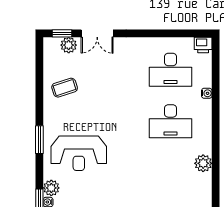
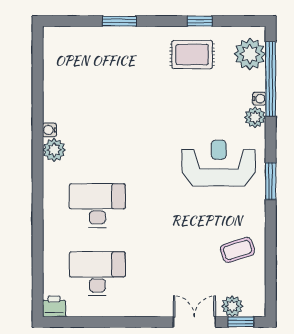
water cooler: (207, 93) -> (49, 130), moved

